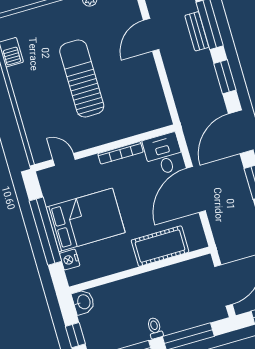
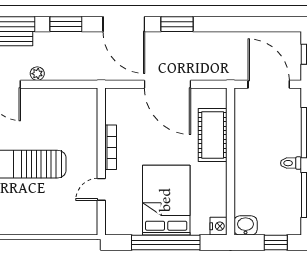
plant: (170, 63) -> (37, 74), added
desk: (164, 154) -> (124, 106), removed
door: (64, 160) -> (101, 189), moved
nightstand: (70, 260) -> (218, 226), moved, turned -90

